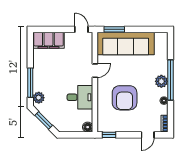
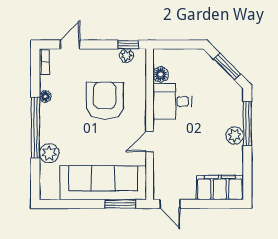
plant: (161, 81) -> (49, 153), moved
plant: (39, 98) -> (235, 136), moved
floor lamp: (88, 127) -> (161, 74), moved
plant: (110, 128) -> (127, 56), added

